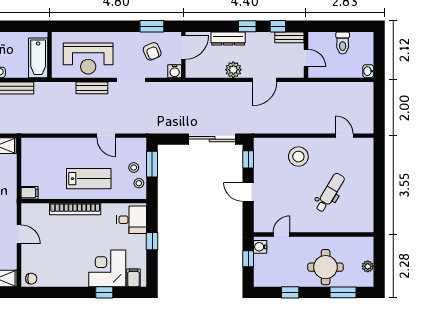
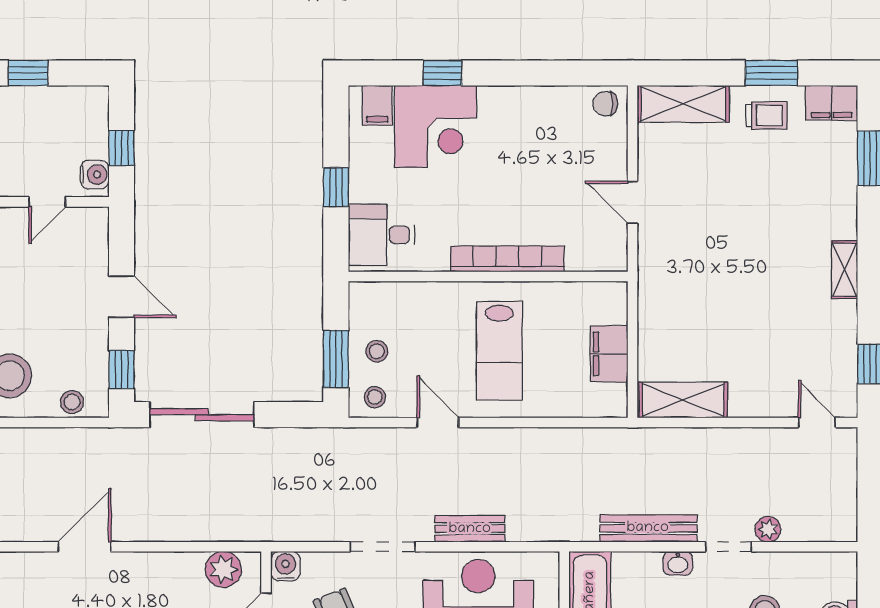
plant: (233, 70) -> (223, 569), moved
stool: (270, 145) -> (72, 402), added
lab bench: (89, 179) -> (499, 351), moved, turned -90
stool: (139, 183) -> (375, 397), moved
filing cabinet: (29, 193) -> (609, 354), moved, width x2.00

